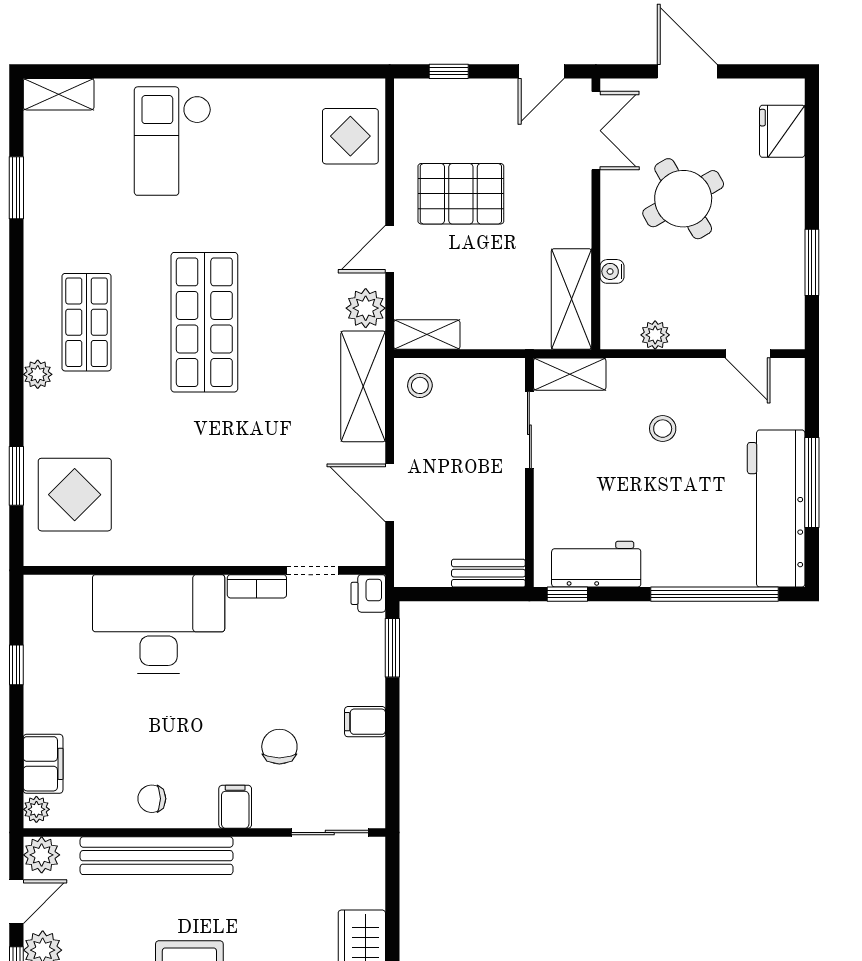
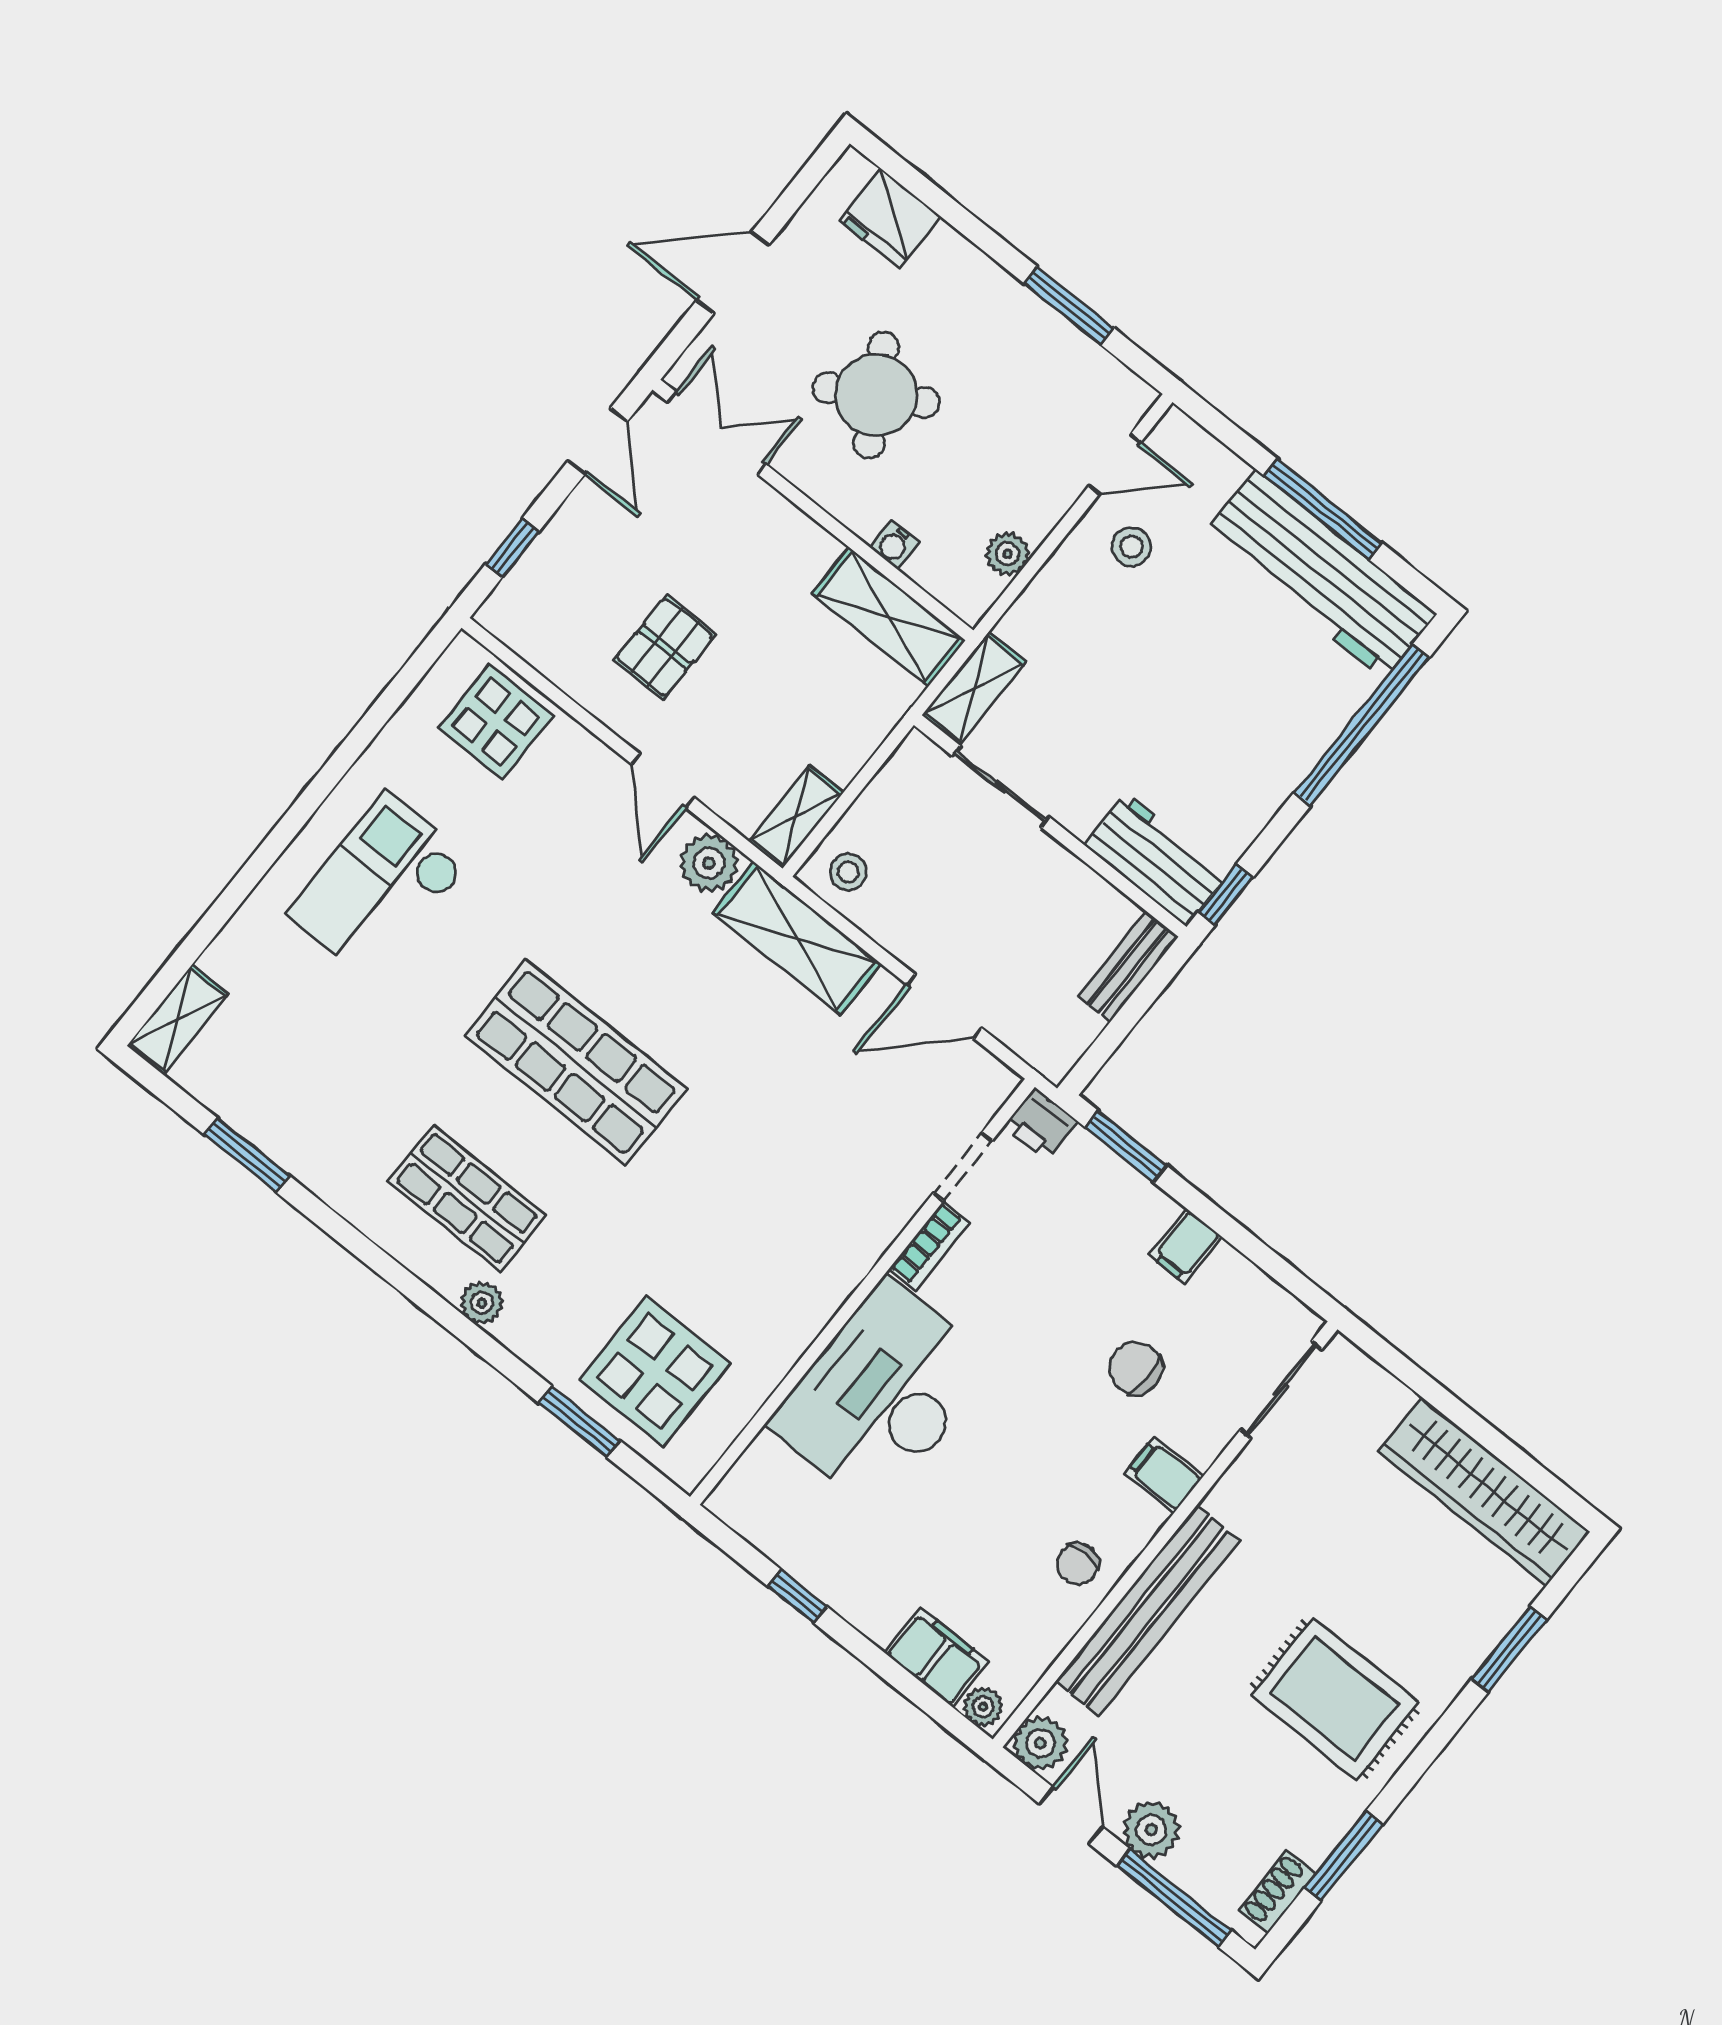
checkout: (173, 141) -> (379, 887), moved, turned 90
pallet: (461, 194) -> (665, 647), width x0.67, depth x0.71
stool: (663, 429) -> (1131, 547), moved
workbench: (596, 564) -> (1156, 859), moved, turned 90

